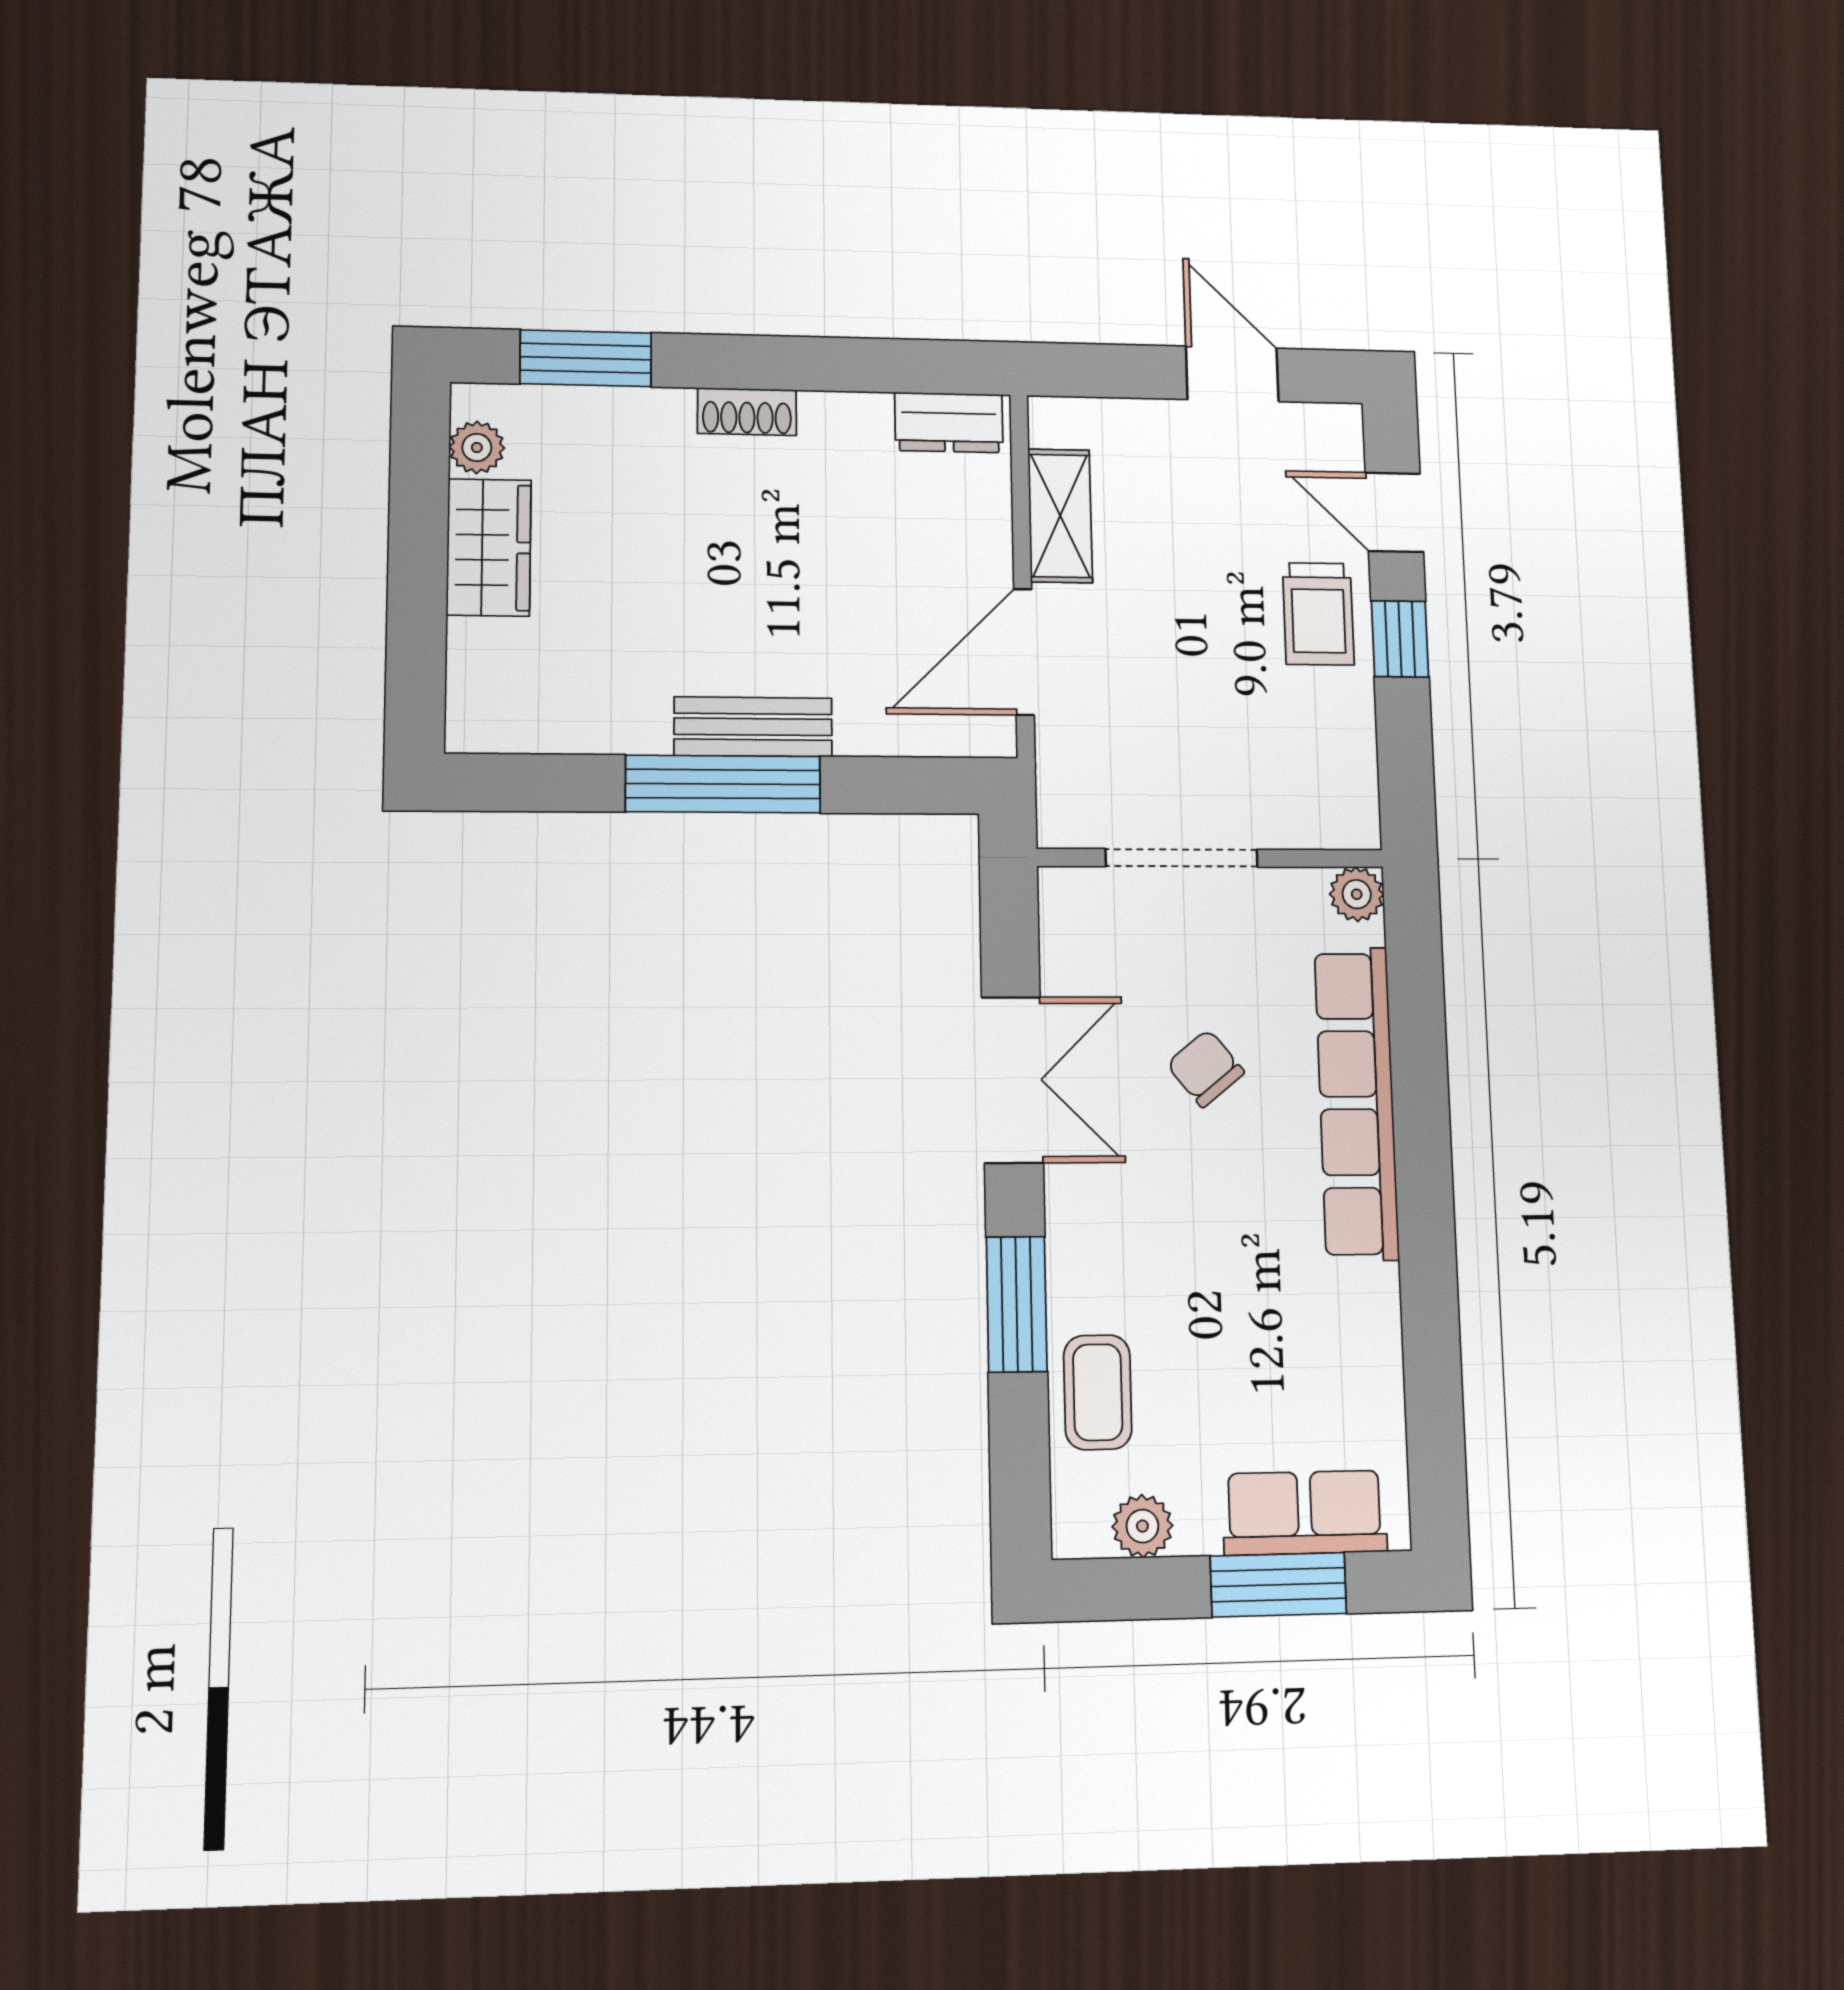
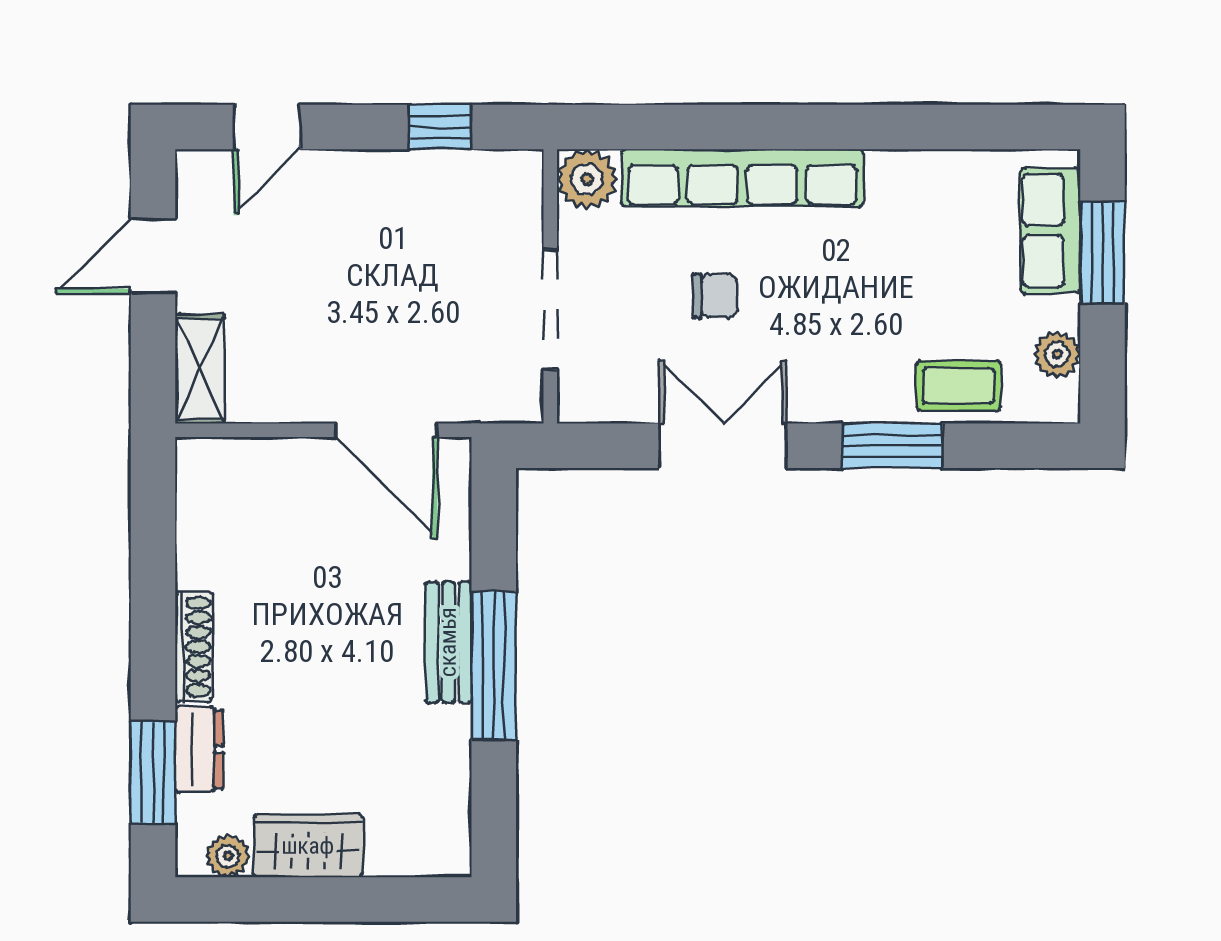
shoe rack: (747, 412) -> (194, 647), width x1.43
dresser: (949, 423) -> (199, 749), moved
shelving: (1060, 516) -> (200, 369), moved, turned 90
trolley: (1318, 614) -> (352, 193), removed
window: (1400, 639) -> (440, 127), moved
plant: (1357, 894) -> (587, 179), width x1.38, depth x1.38
chair: (1205, 1068) -> (715, 296), turned -141

